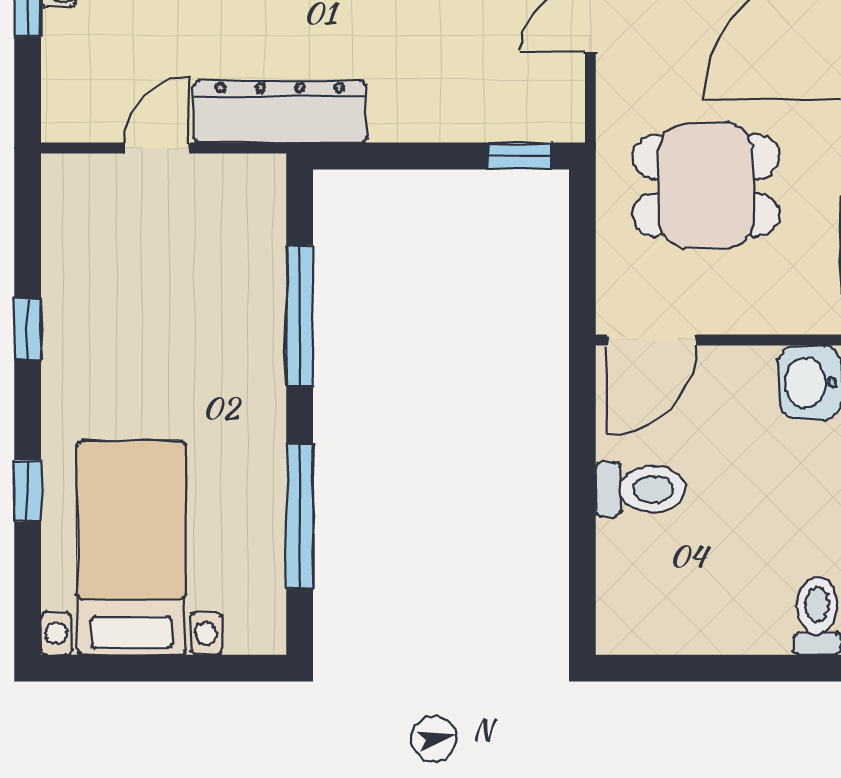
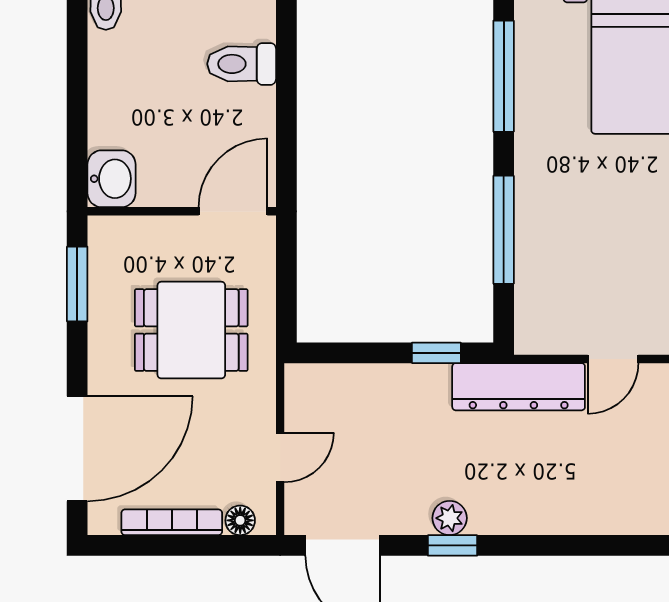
window: (520, 156) -> (436, 353), moved
toilet: (640, 489) -> (242, 64), moved

